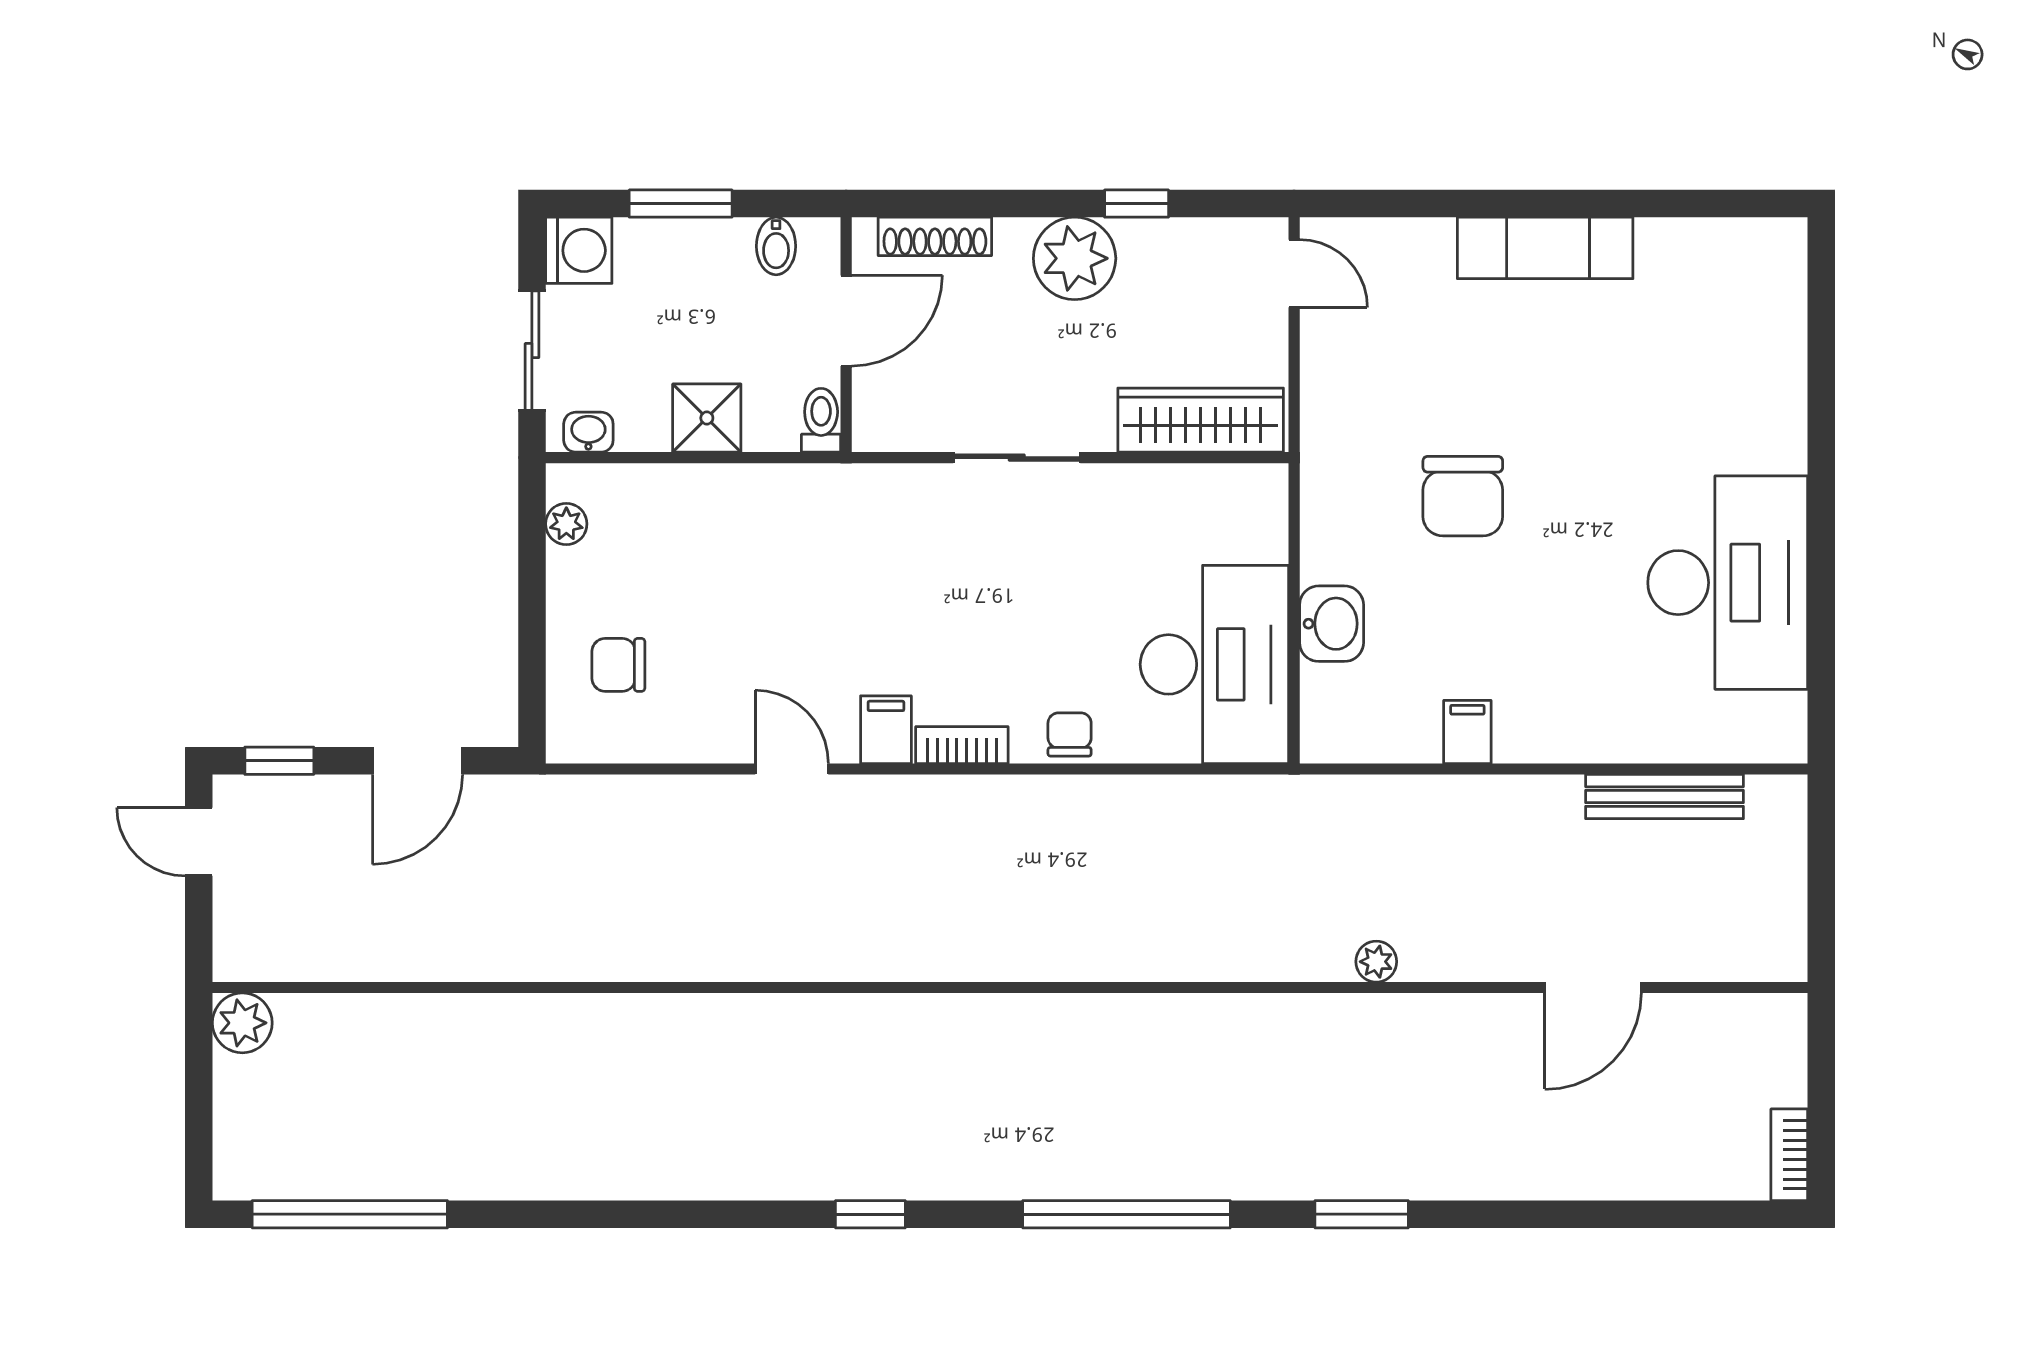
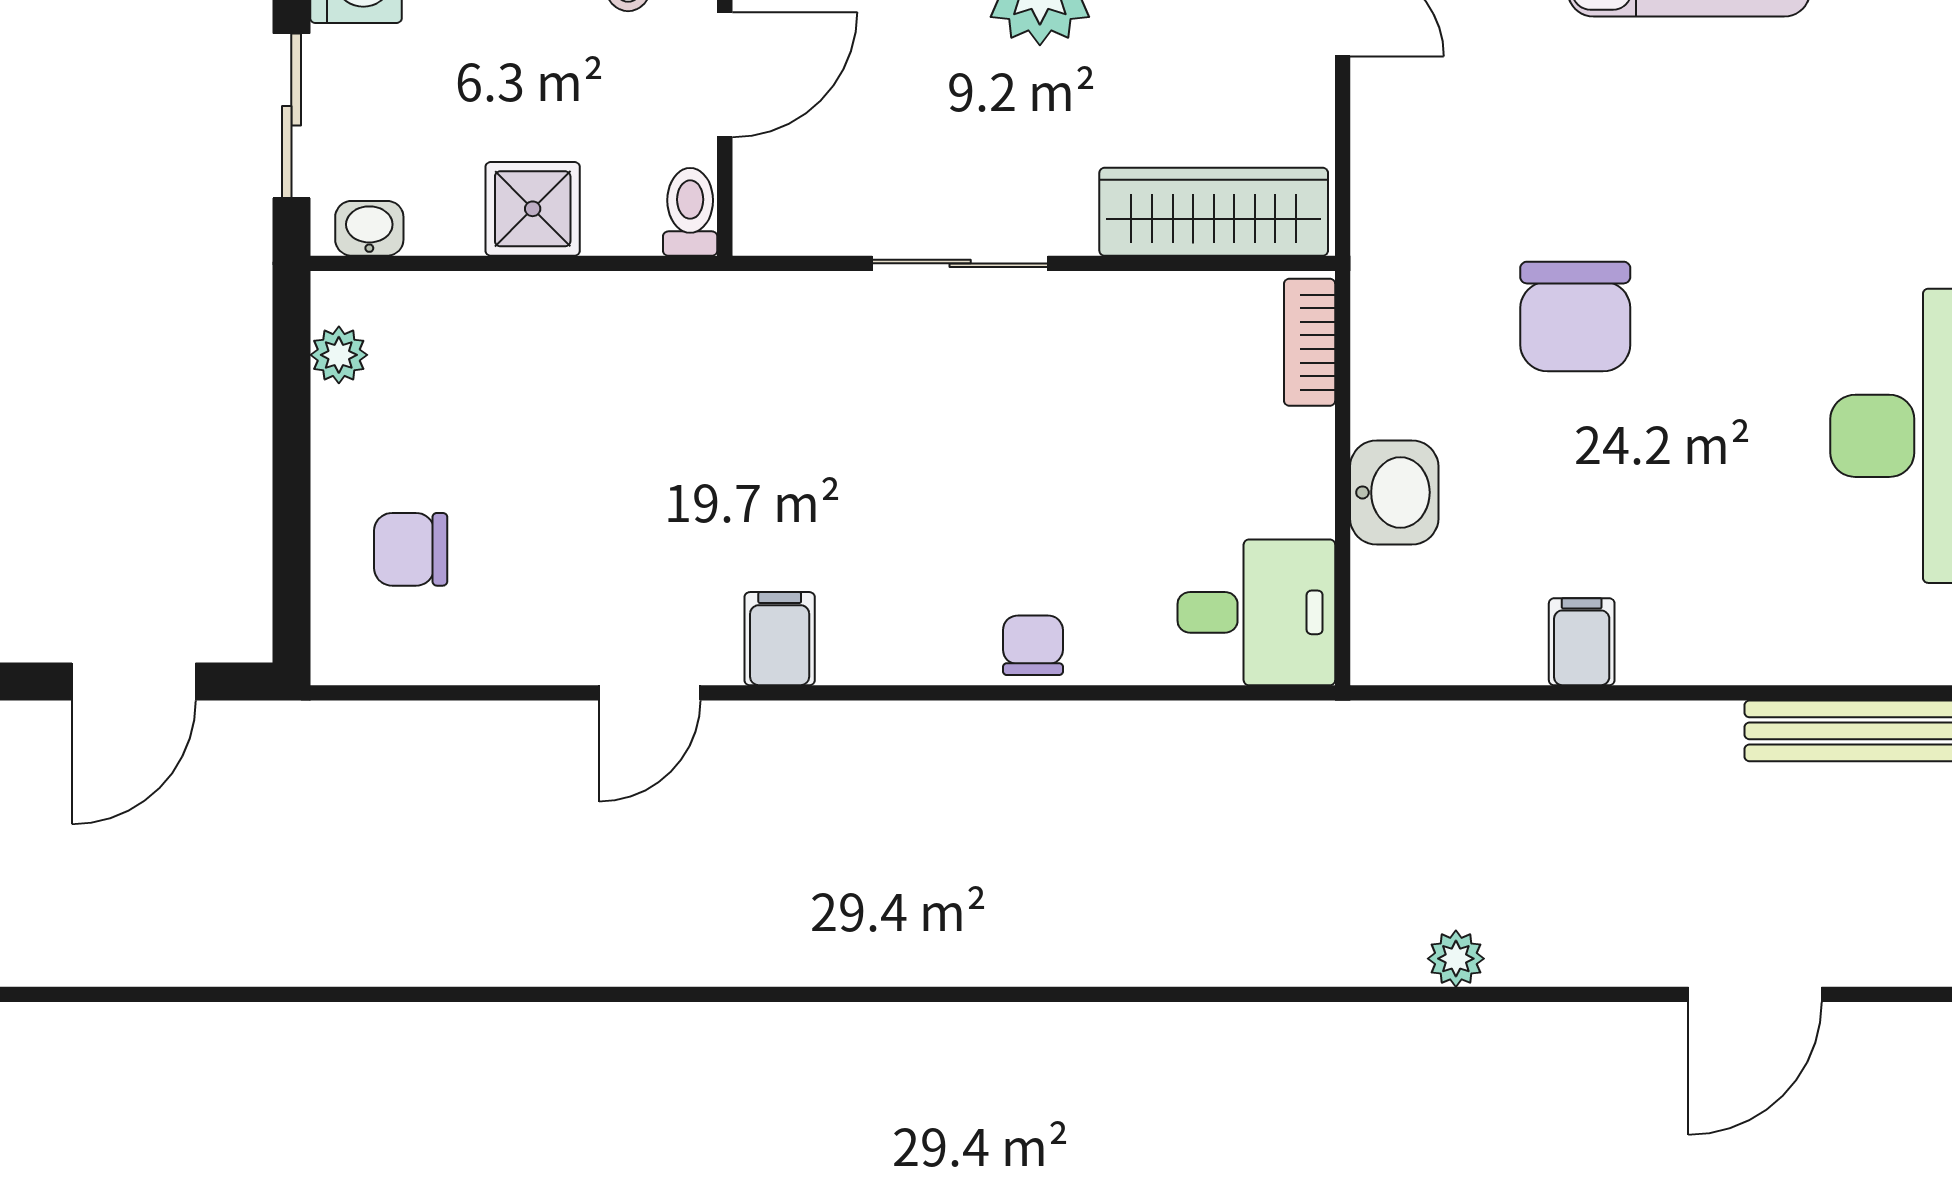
desk: (1214, 664) -> (1256, 612), width x0.53, depth x0.77
bookcase: (962, 745) -> (1310, 342), moved, turned -90
door: (792, 769) -> (650, 693), swing flipped

